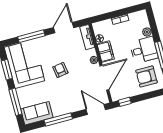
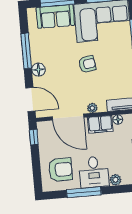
armchair: (147, 76) -> (60, 170), turned 90
floor lamp: (71, 107) -> (38, 70), added
door: (96, 110) -> (30, 99), hinge flipped
sofa: (37, 113) -> (55, 16), moved, turned 90

